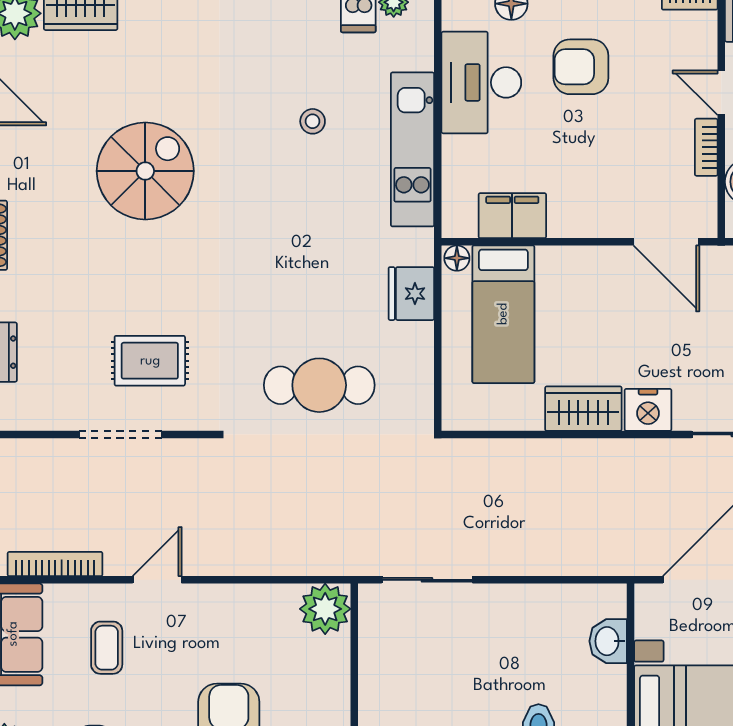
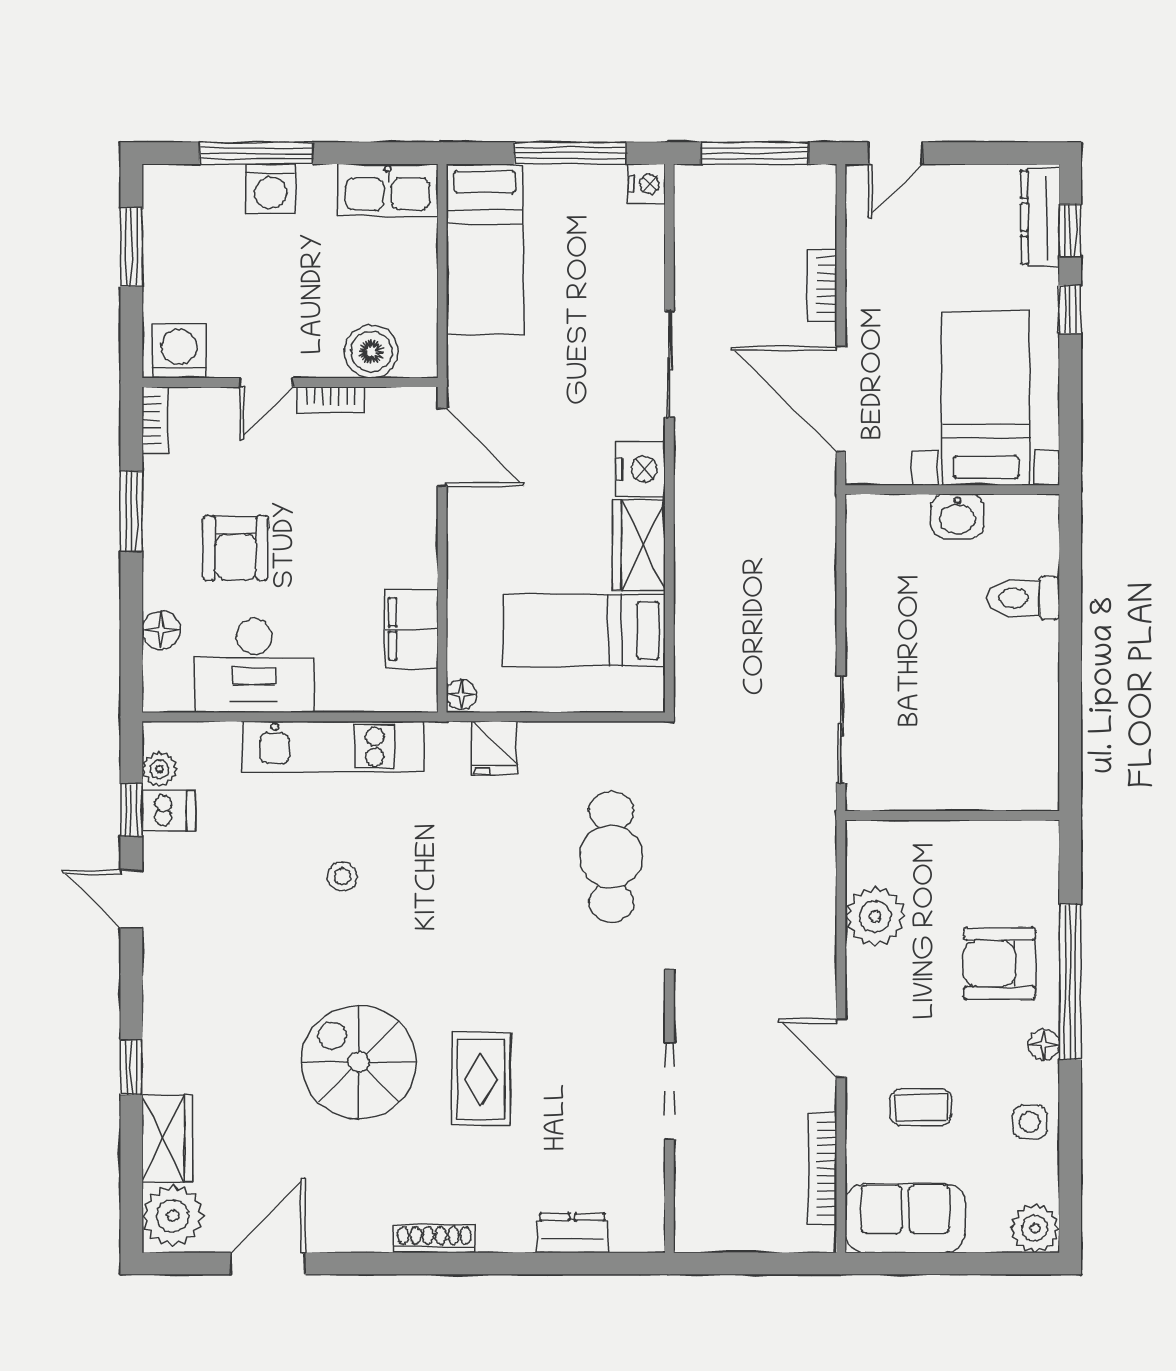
stool: (313, 121) -> (342, 877), moved
door: (666, 242) -> (442, 447), hinge flipped
fridge: (411, 294) -> (494, 748), width x0.72
bed: (503, 314) -> (584, 630), moved, turned 180
rug: (150, 361) -> (481, 1079), moved
plant: (325, 609) -> (875, 916), moved
washbasin: (608, 641) -> (957, 516), moved

